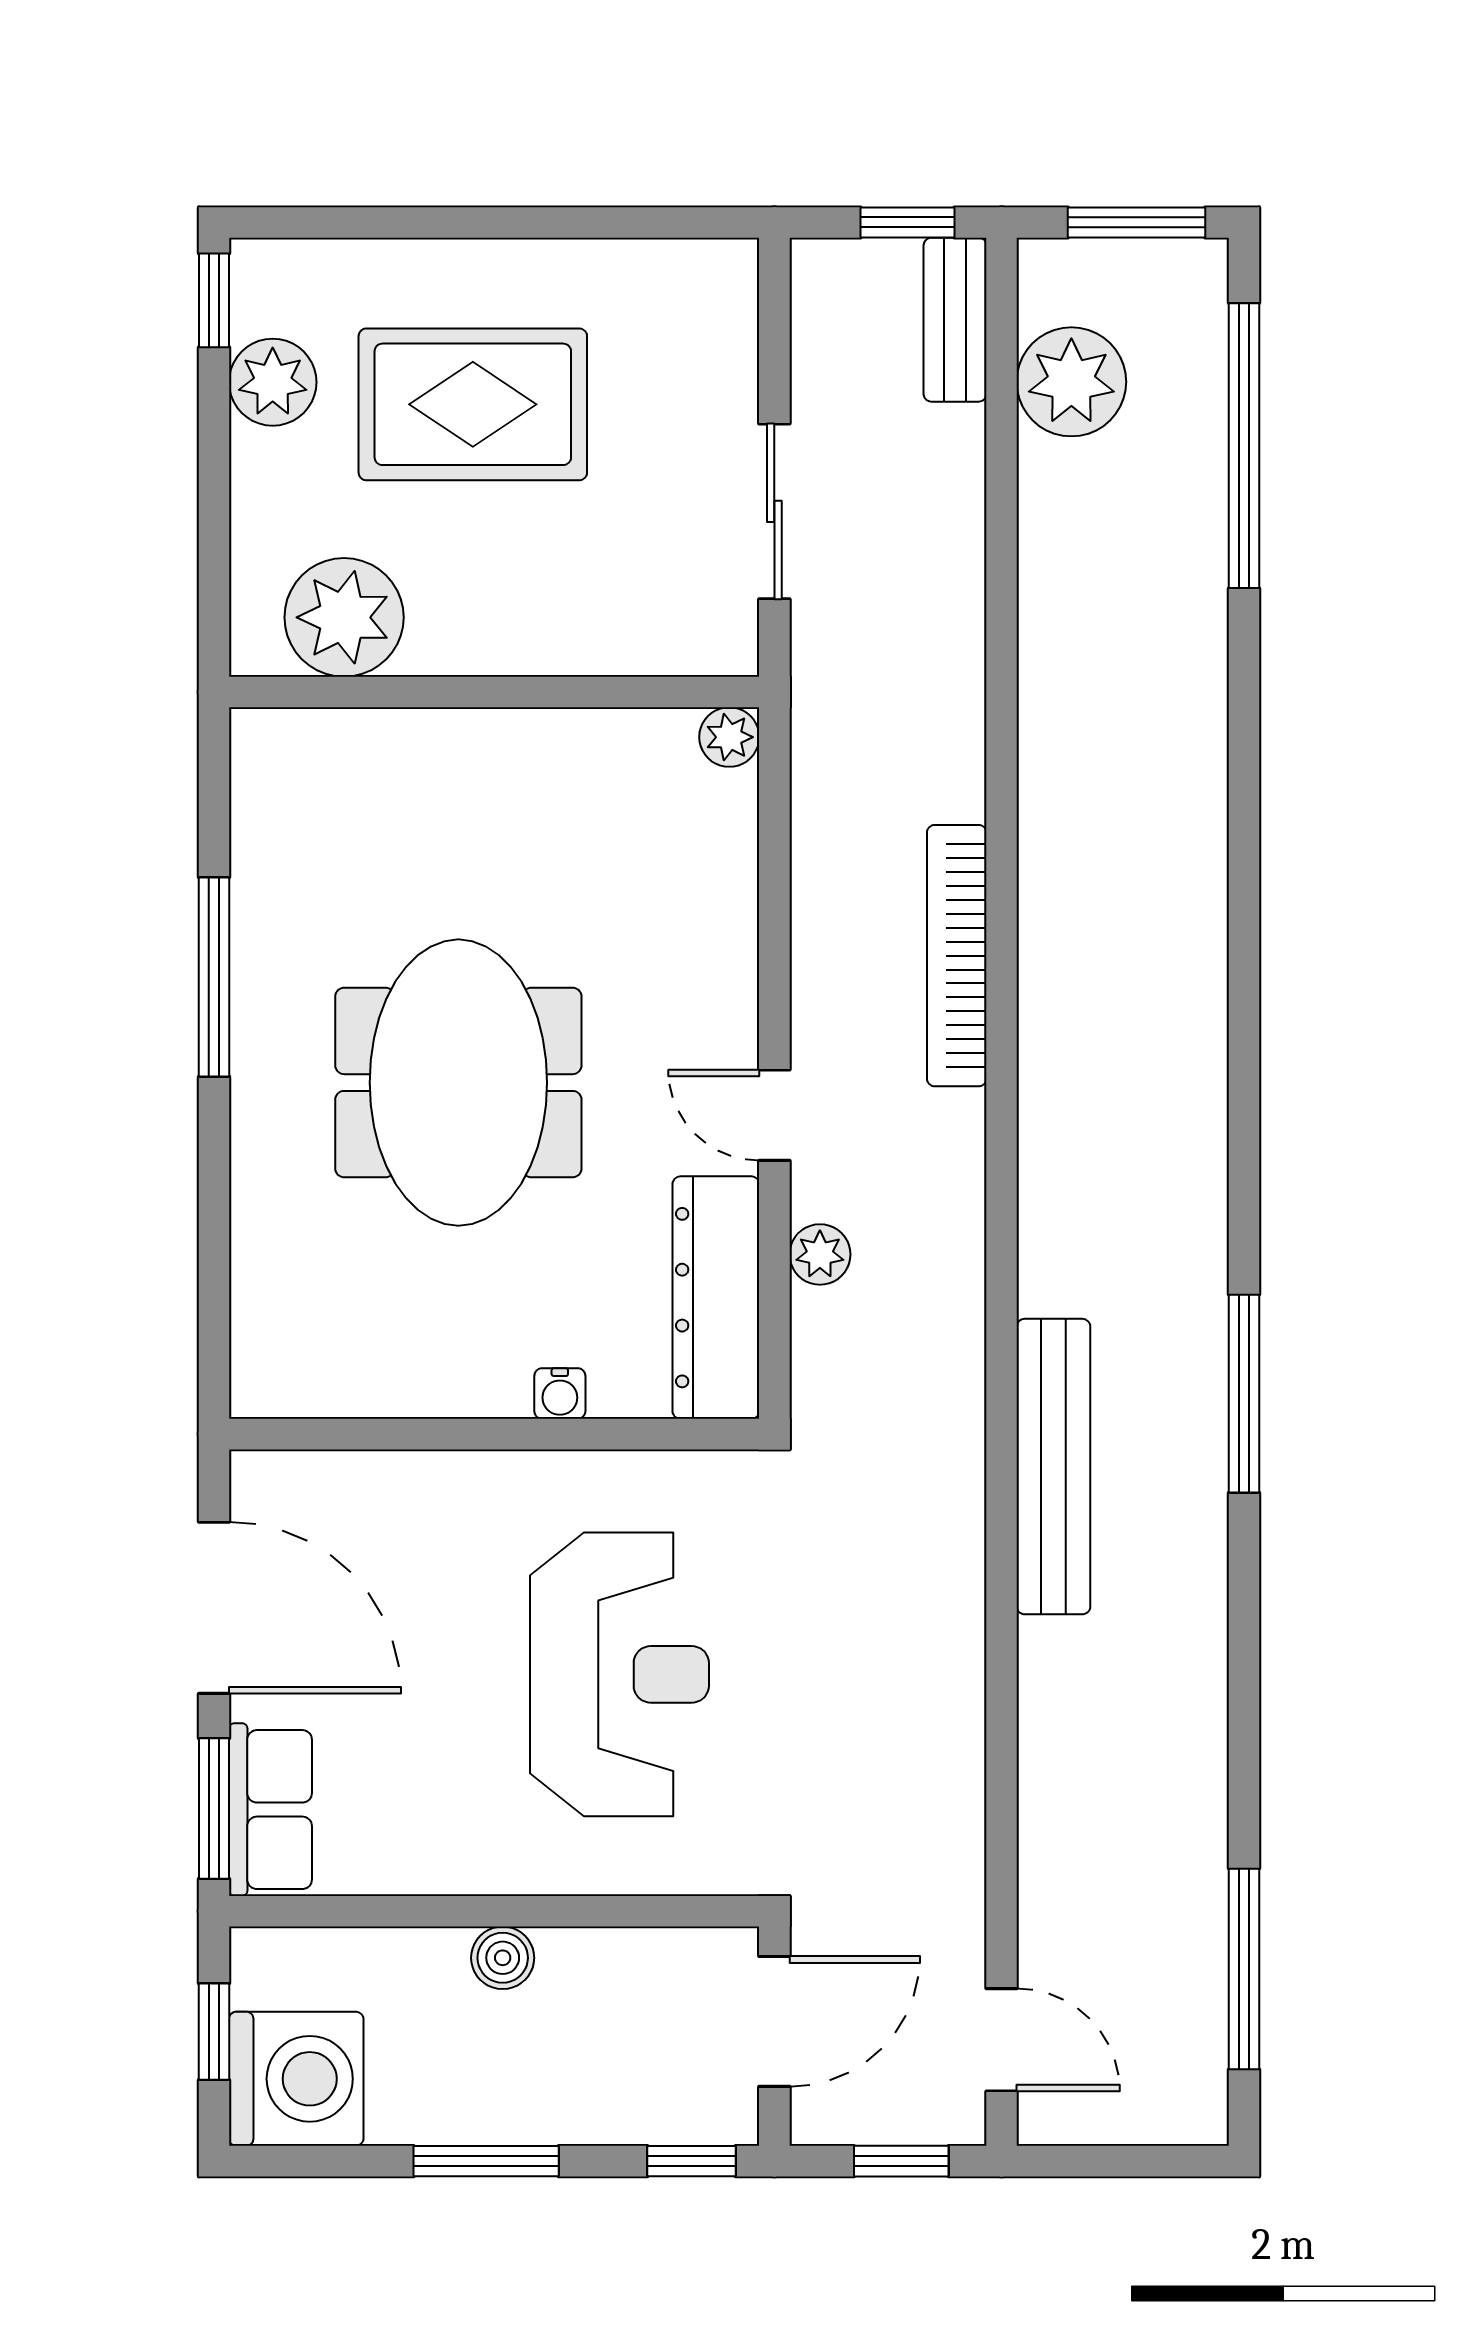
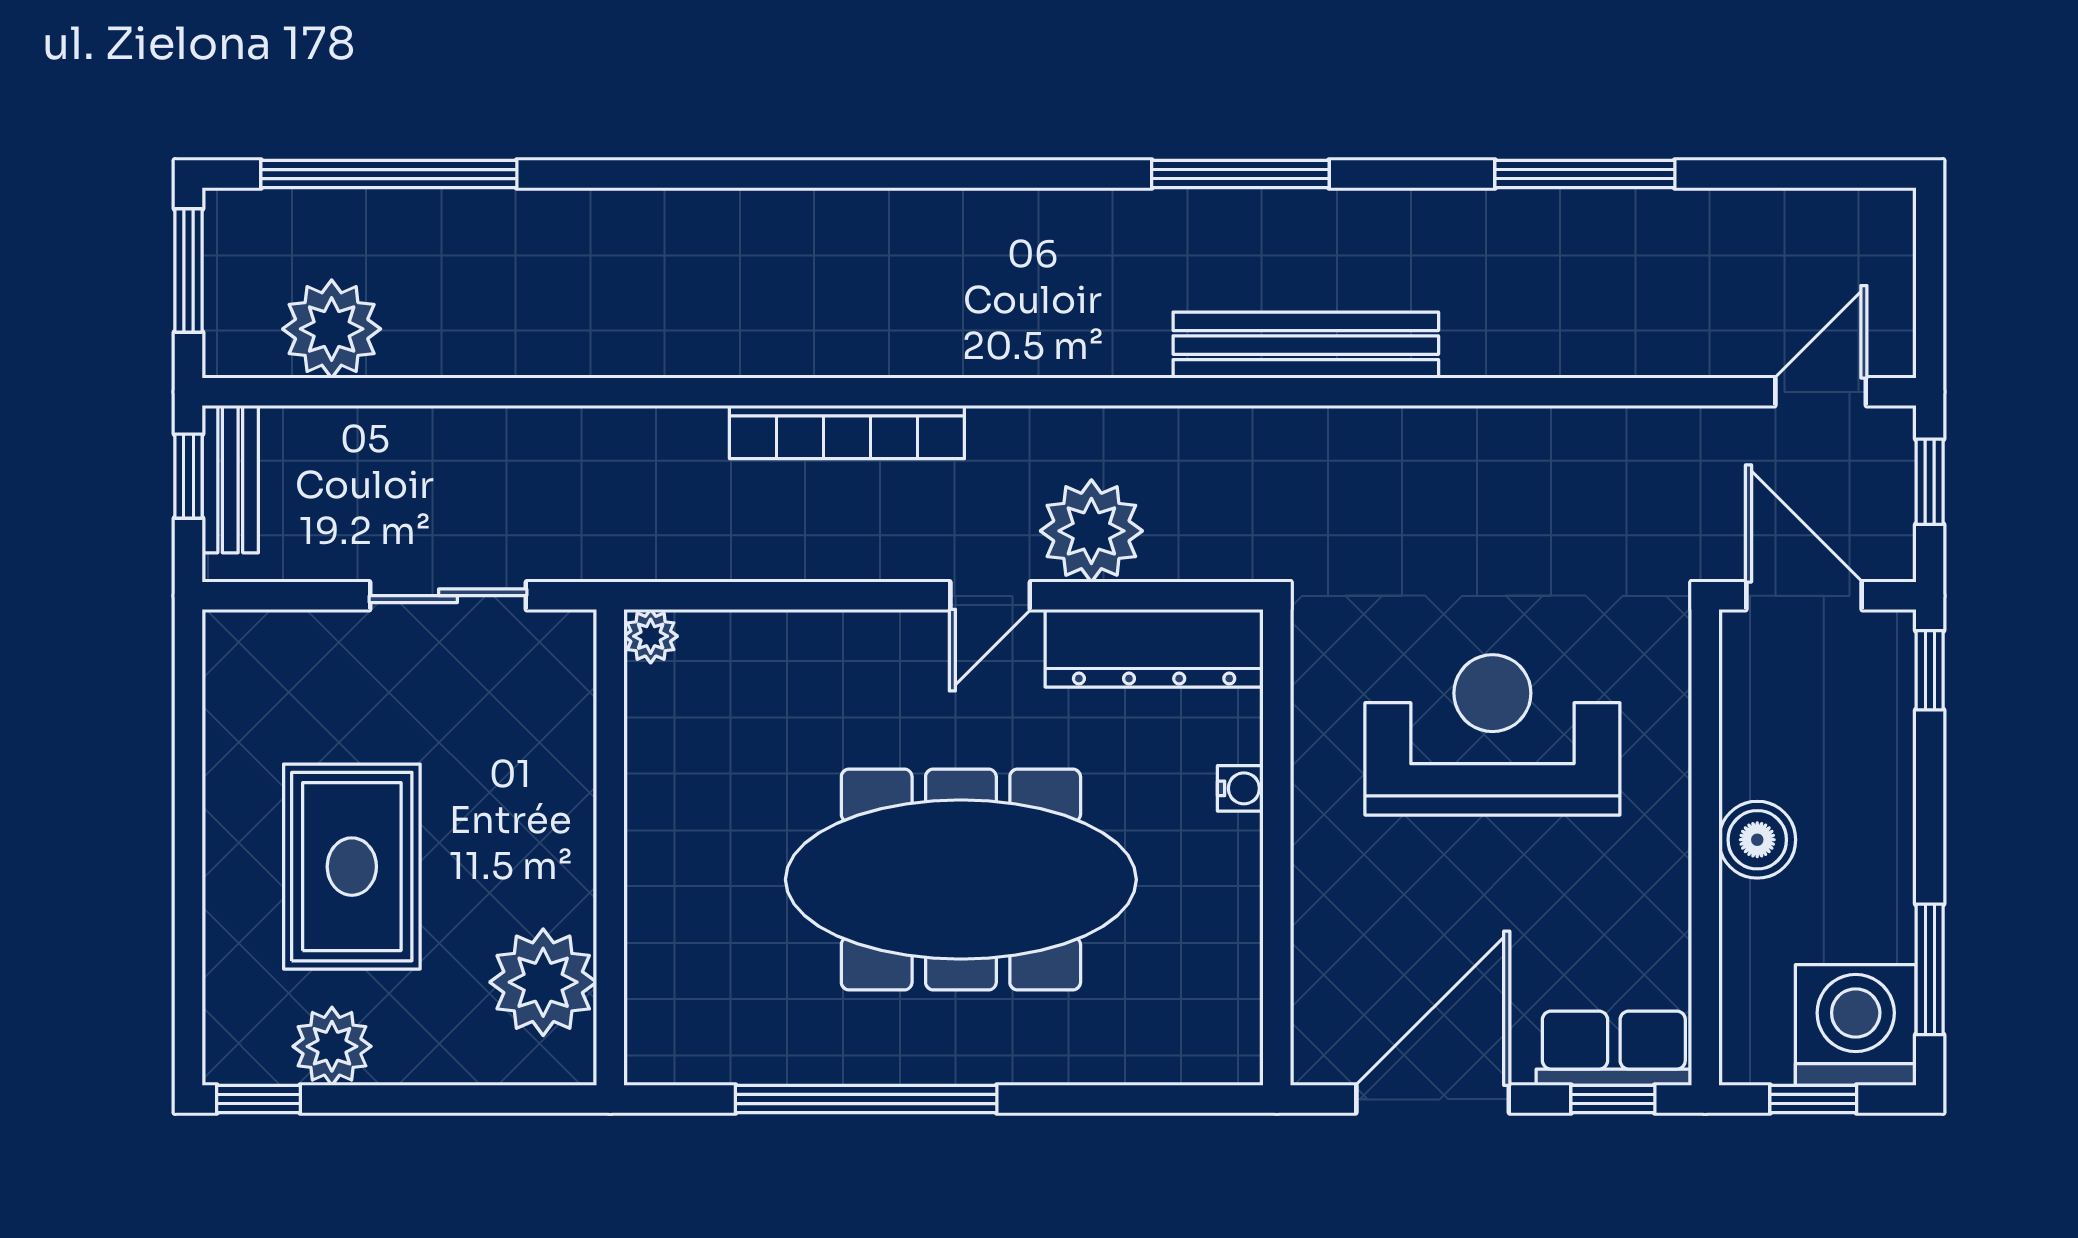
bench: (955, 320) -> (230, 479), moved, turned 90
window: (214, 977) -> (866, 1099), width x1.46
meeting table: (458, 1083) -> (961, 880), width x1.36
plant: (820, 1254) -> (1091, 531), width x1.87, depth x1.87
window: (214, 1809) -> (1613, 1099), width x0.67
boiler: (503, 1958) -> (1757, 840), width x1.36, depth x1.36
window: (1244, 1969) -> (1585, 174), moved
window: (486, 2161) -> (1930, 969), moved

